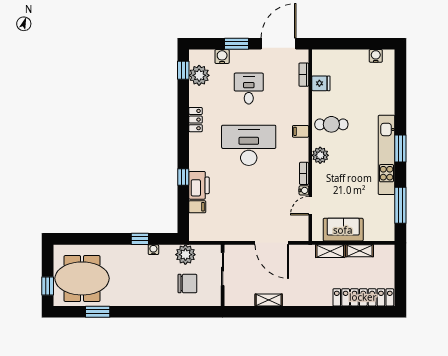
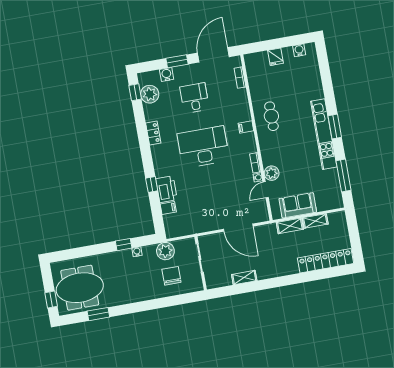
fridge: (321, 83) -> (276, 57), moved, turned 90
cafe table: (331, 124) -> (271, 116), turned 90
plant: (320, 155) -> (272, 173), moved
chair: (187, 283) -> (171, 276), turned -90

